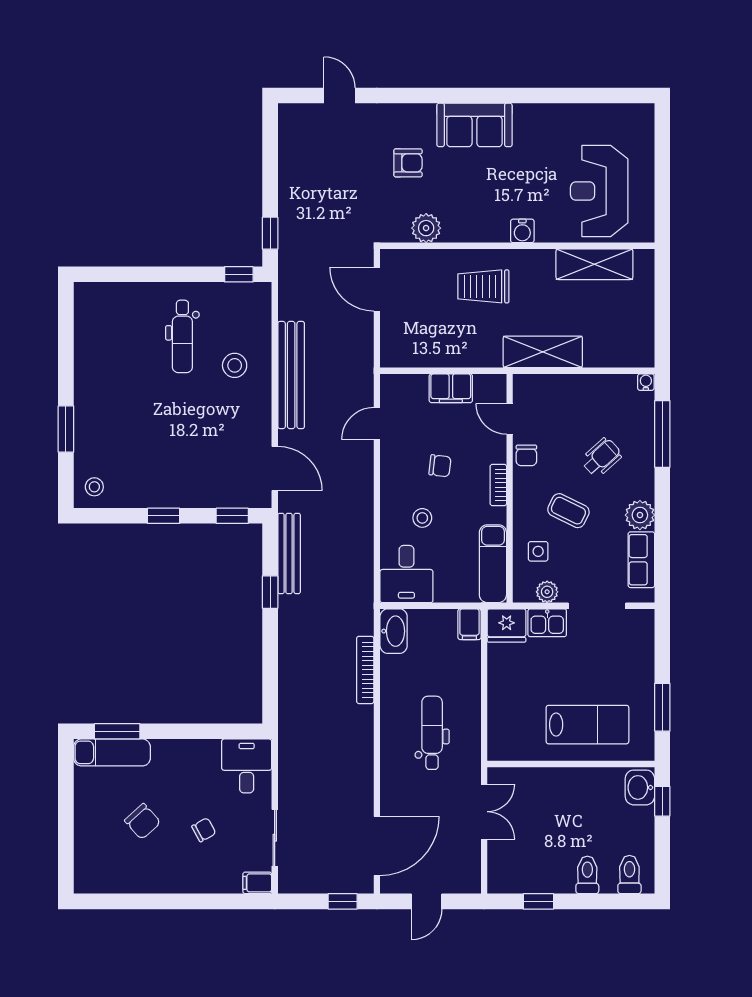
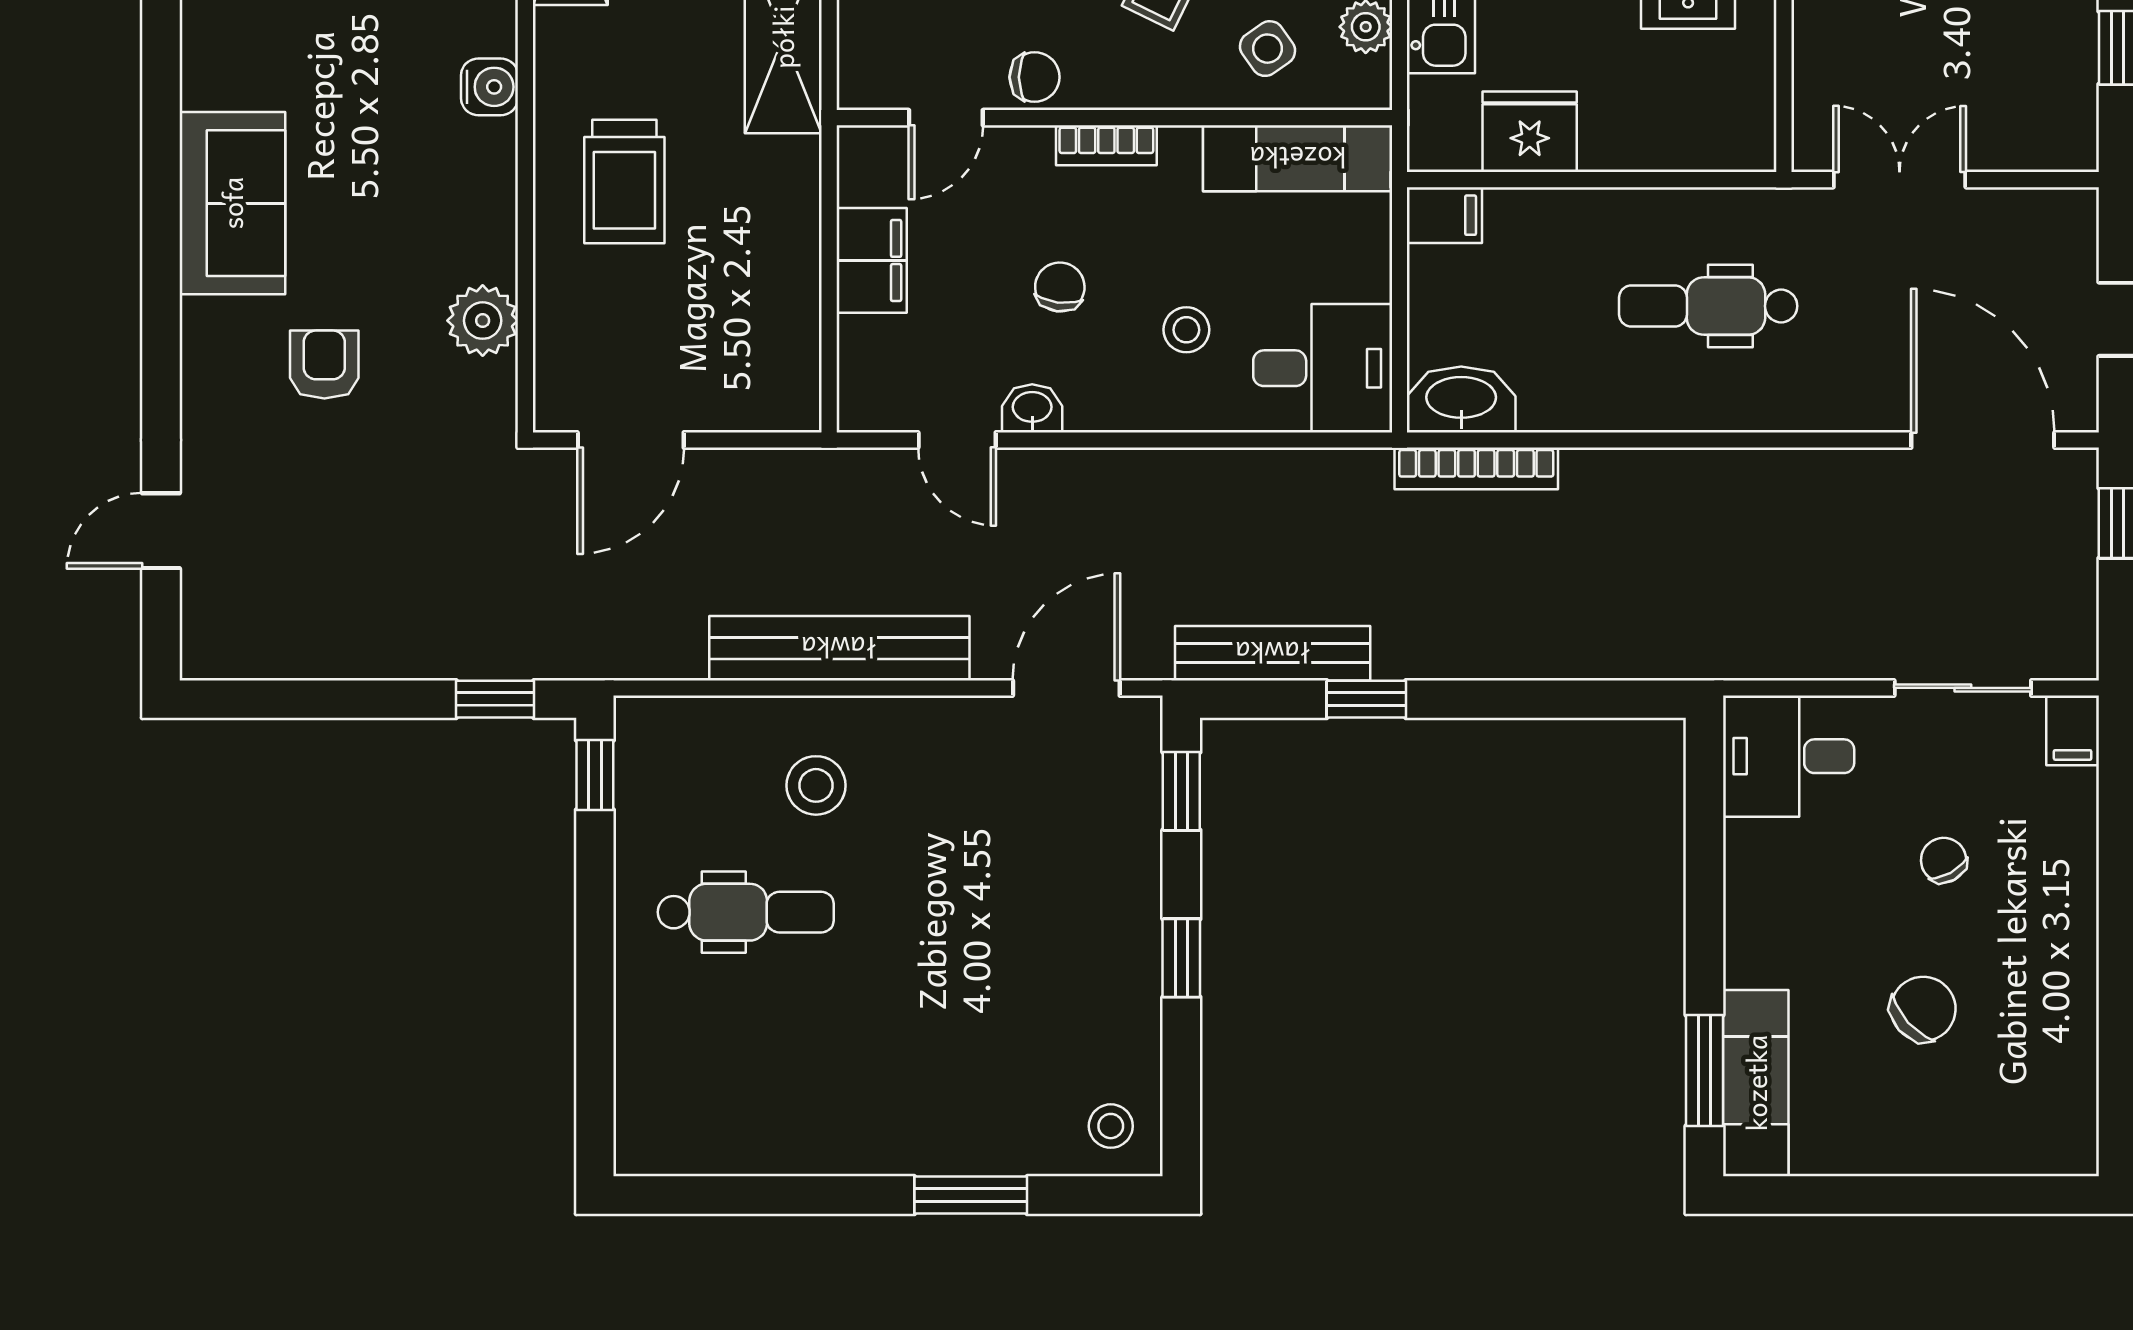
washbasin: (390, 454) -> (1032, 408), added
side table: (538, 551) -> (1268, 49), turned -35
fridge: (507, 625) -> (1530, 132), moved, turned -90
bookcase: (365, 670) -> (1476, 468), moved

